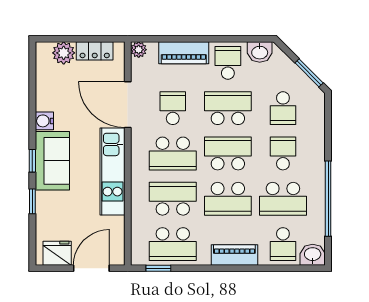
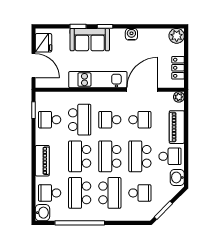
plant: (64, 53) -> (177, 36), moved
school desk: (228, 108) -> (140, 156), turned 180
school desk: (283, 108) -> (140, 193), turned 180
school desk: (173, 153) -> (110, 120), width x0.54
school desk: (228, 153) -> (110, 156), turned 180
school desk: (283, 153) -> (110, 193), width x1.85
sofa: (52, 161) -> (90, 40), moved
school desk: (173, 244) -> (50, 120), width x0.54

